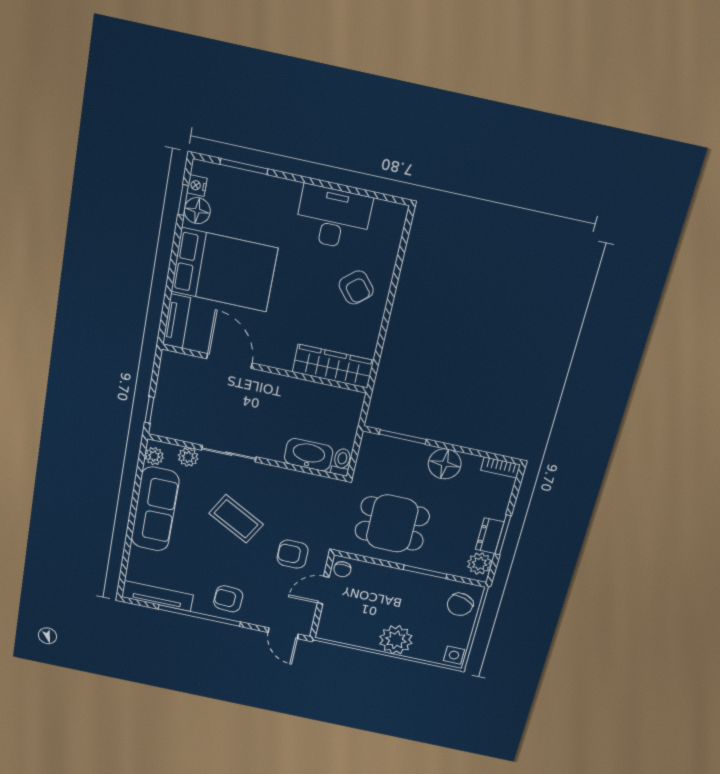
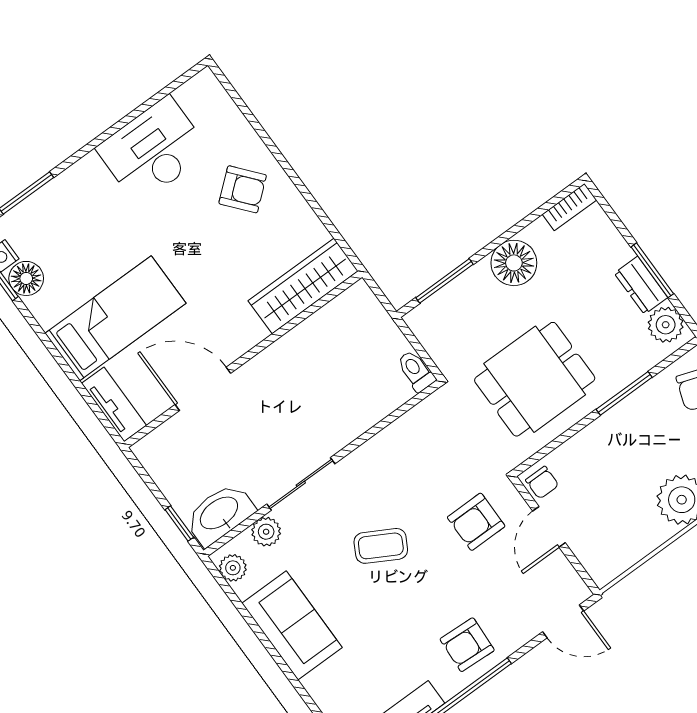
bed: (224, 270) -> (115, 318), width x0.67
washbasin: (309, 455) -> (220, 514), moved
sofa: (155, 509) -> (292, 625), width x0.73
coffee table: (236, 519) -> (381, 546), width x0.73, depth x0.77

